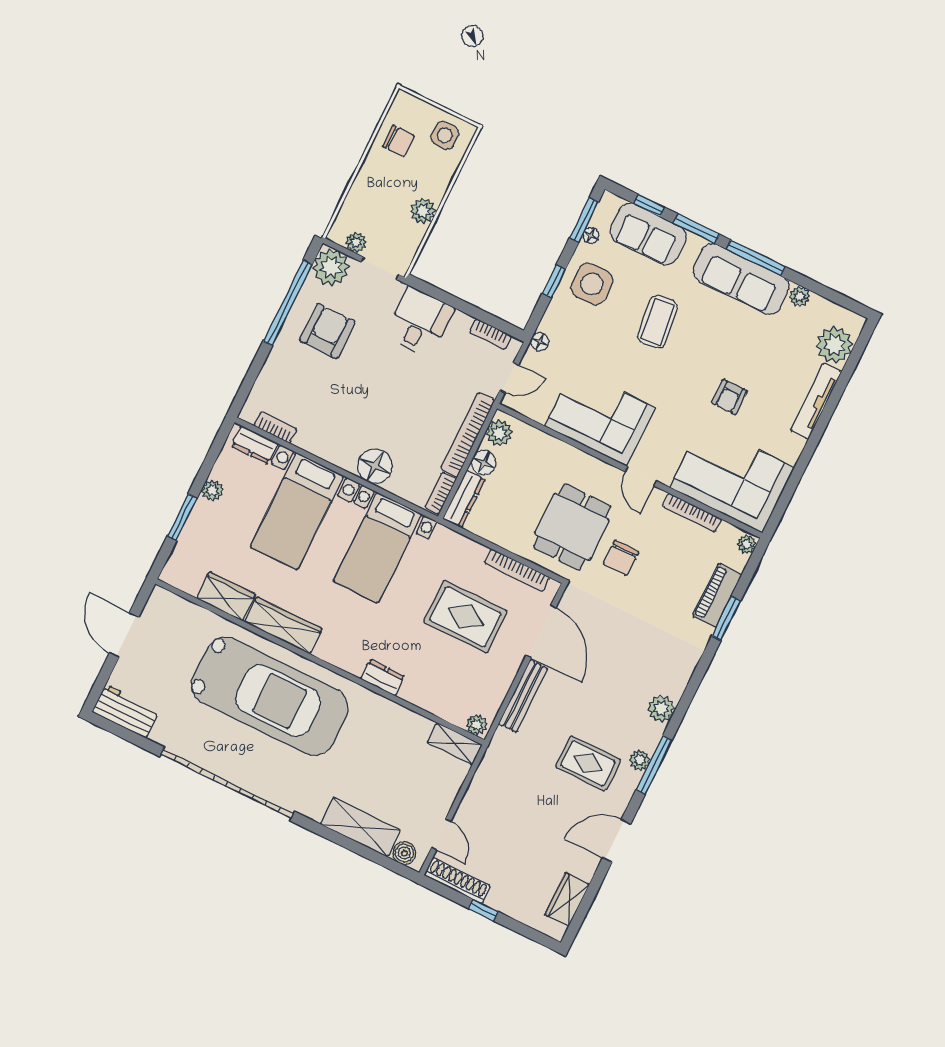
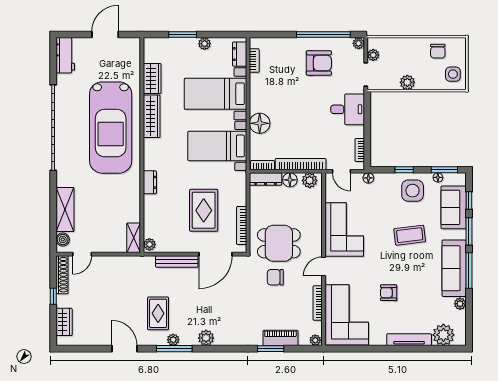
plant: (331, 267) -> (359, 43), width x0.53, depth x0.53
wardrobe: (567, 899) -> (64, 322), moved, turned 90

